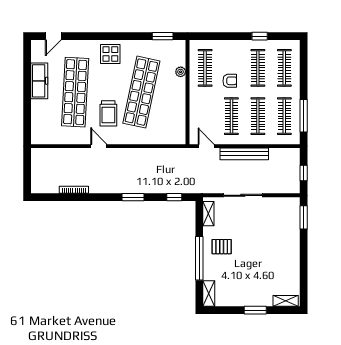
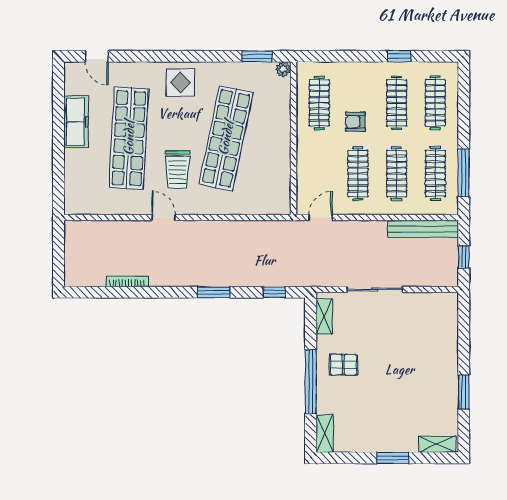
door: (53, 36) -> (97, 56), hinge flipped
plant: (181, 72) -> (283, 69), moved
armchair: (230, 81) -> (356, 122), turned 180
door: (206, 146) -> (321, 217), hinge flipped
bench: (244, 154) -> (423, 229), moved
window: (304, 217) -> (464, 392), moved

